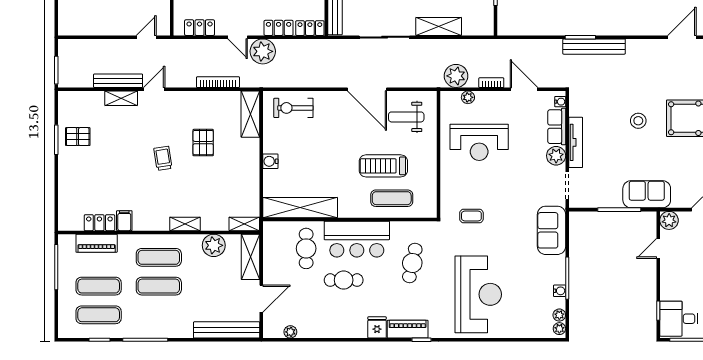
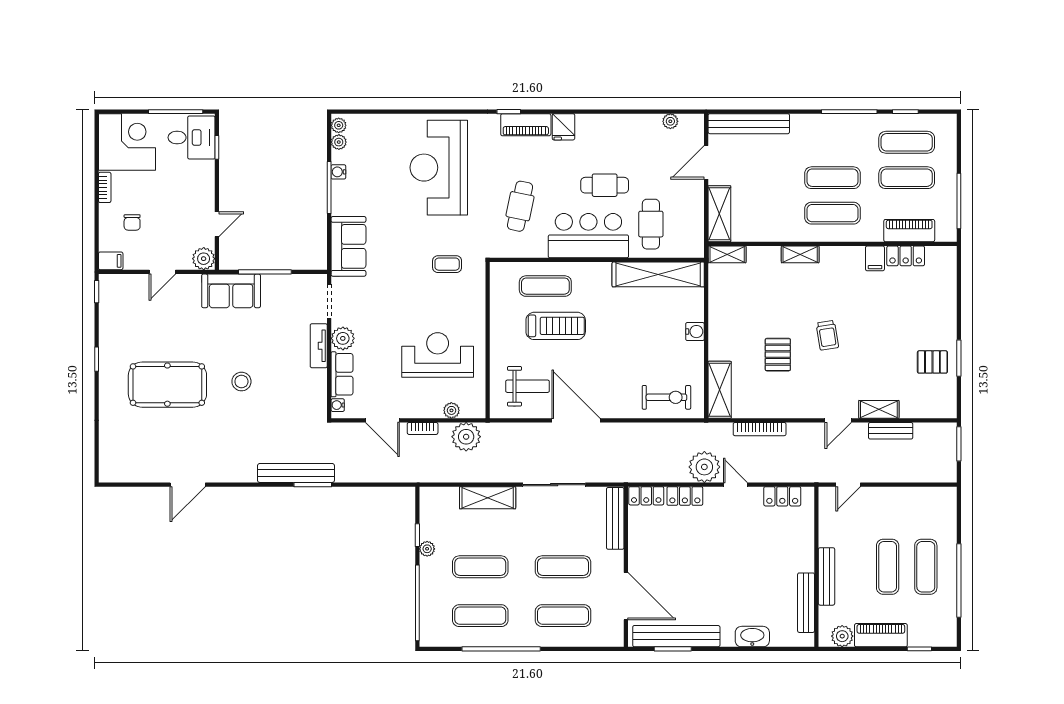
bench: (118, 81) -> (891, 431), width x0.73
tv unit: (576, 142) -> (319, 346), width x0.71
plant: (214, 245) -> (765, 228), removed

